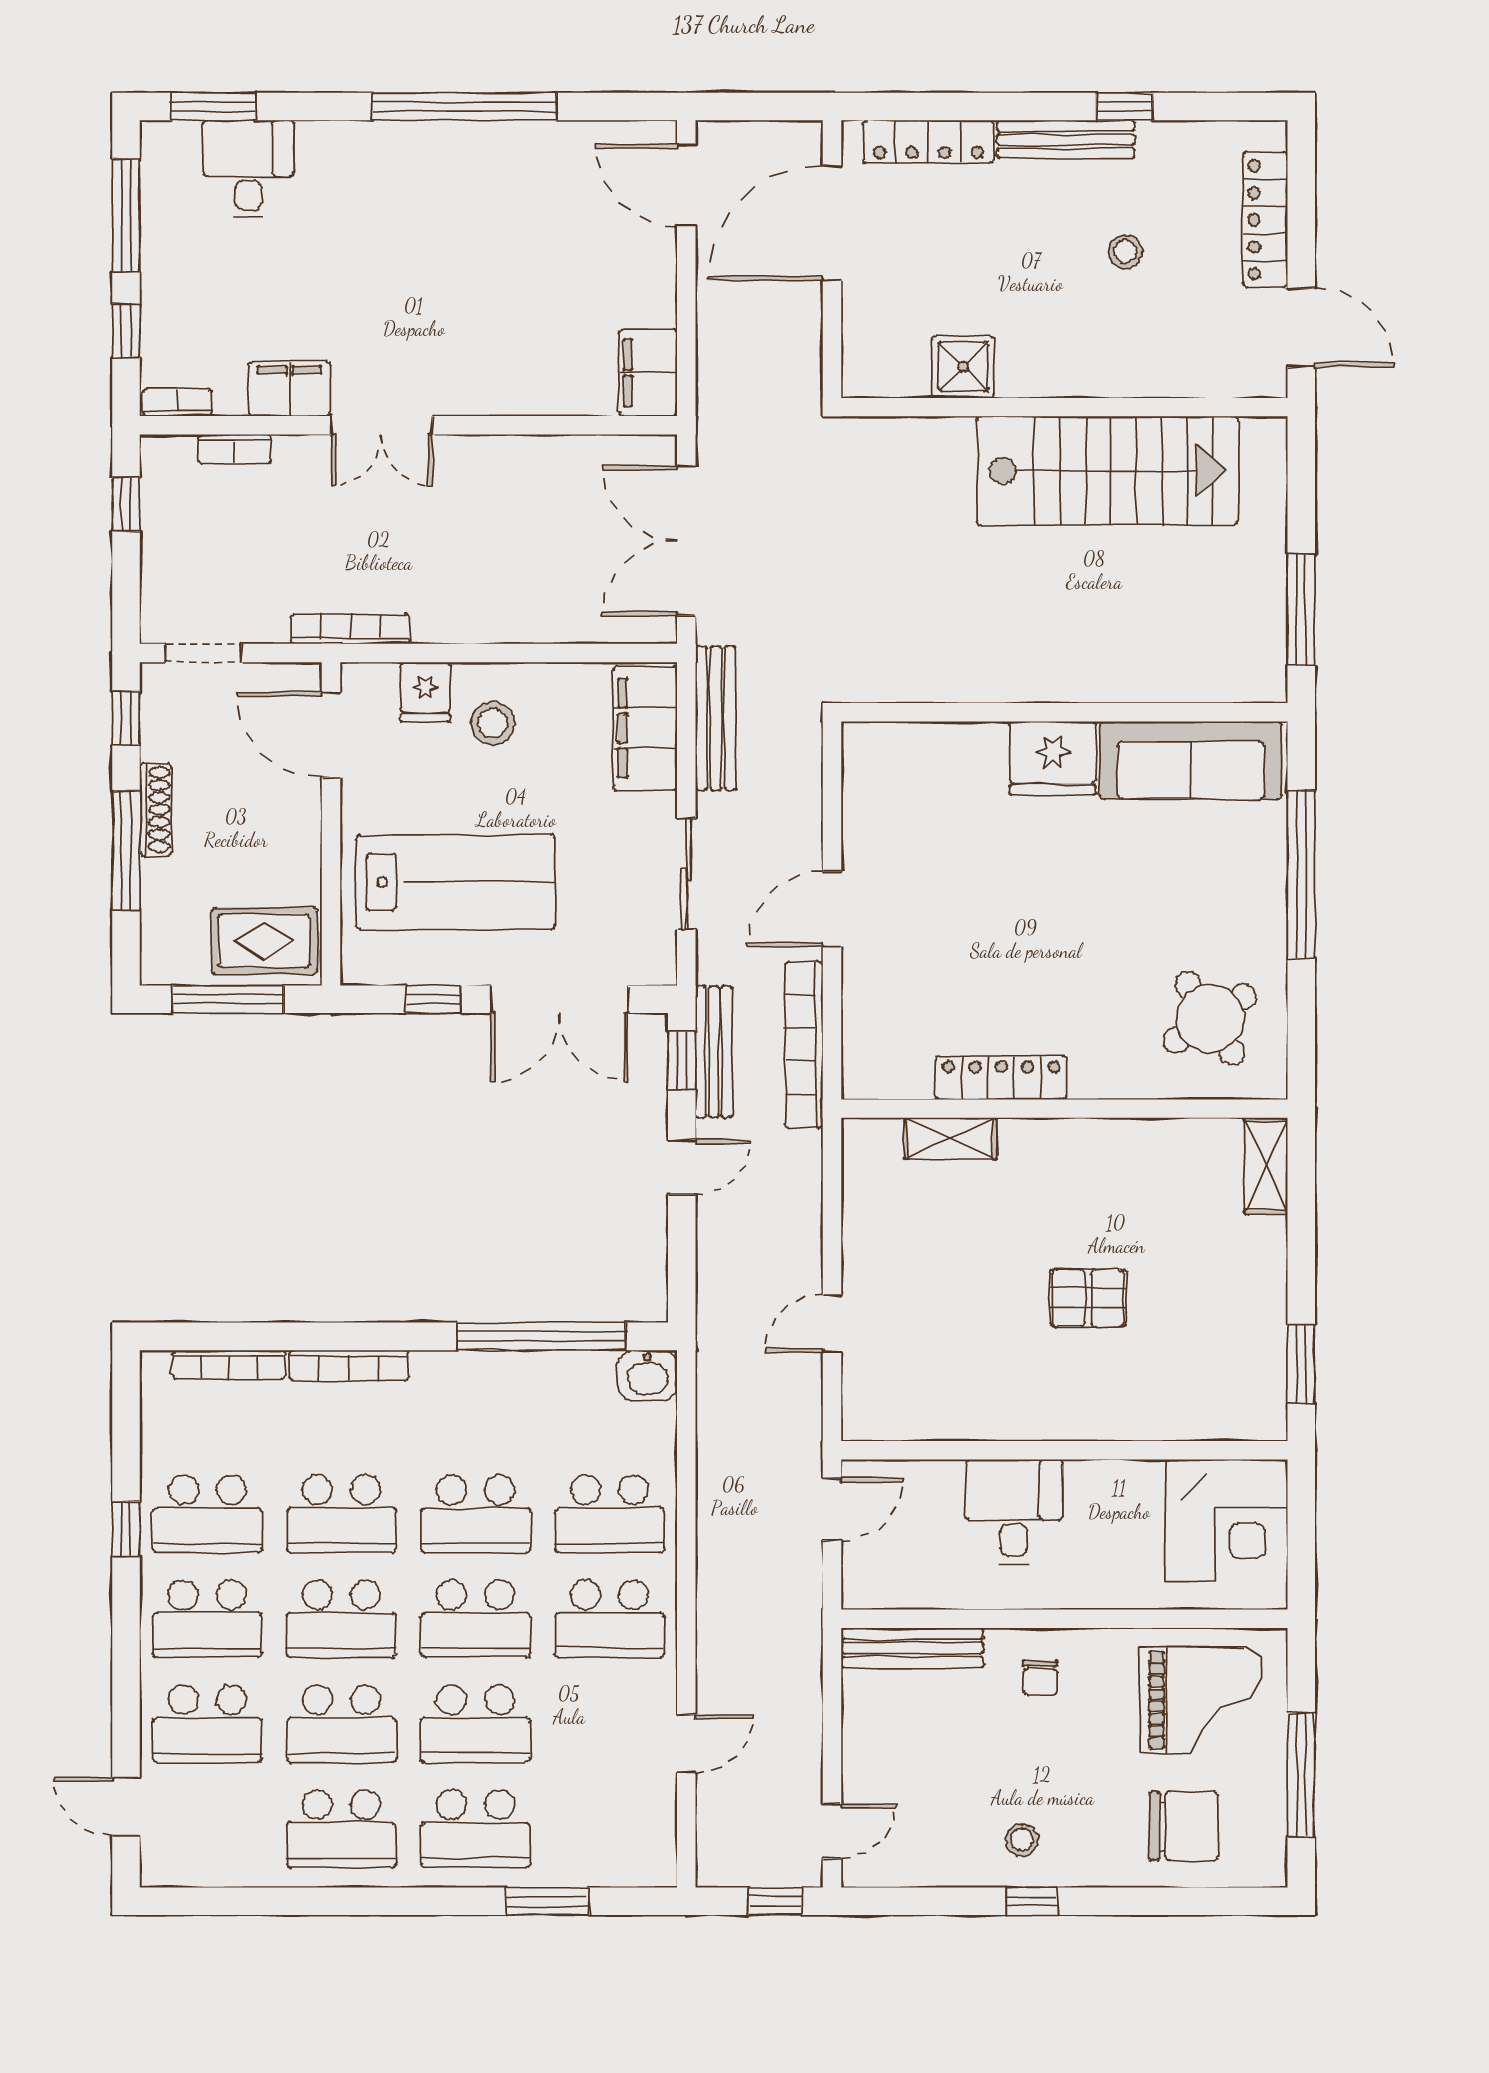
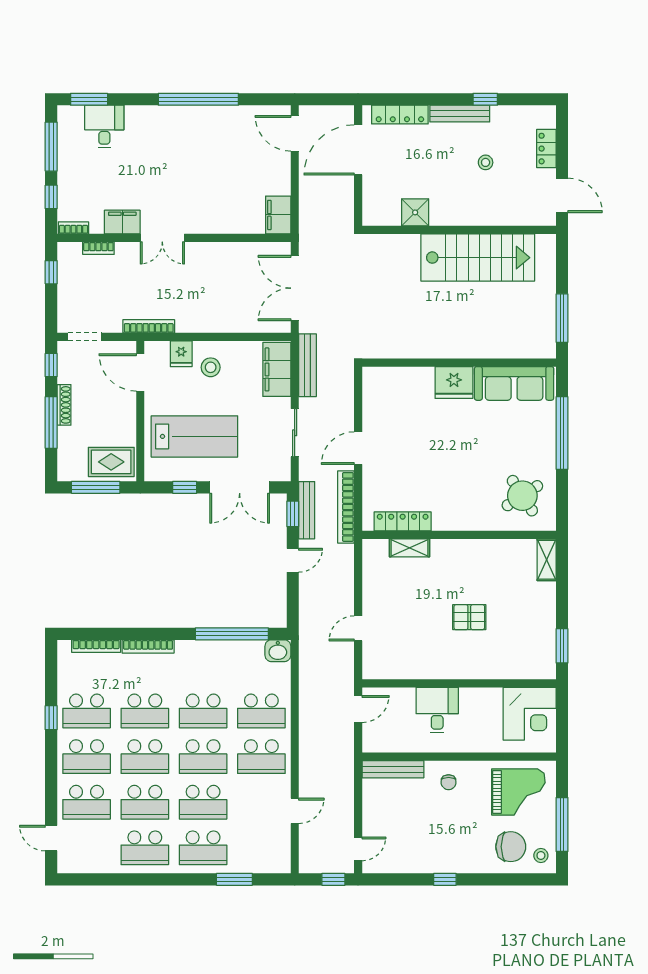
locker: (1265, 220) -> (546, 149), width x0.66
locker: (1001, 1078) -> (403, 521), moved
stool: (1022, 1840) -> (541, 856), moved

